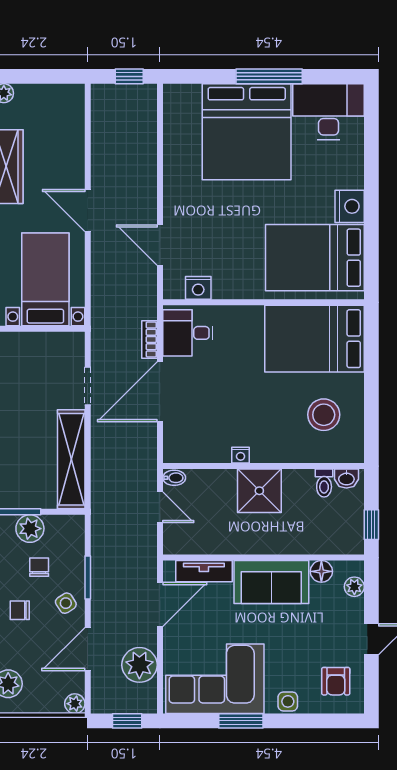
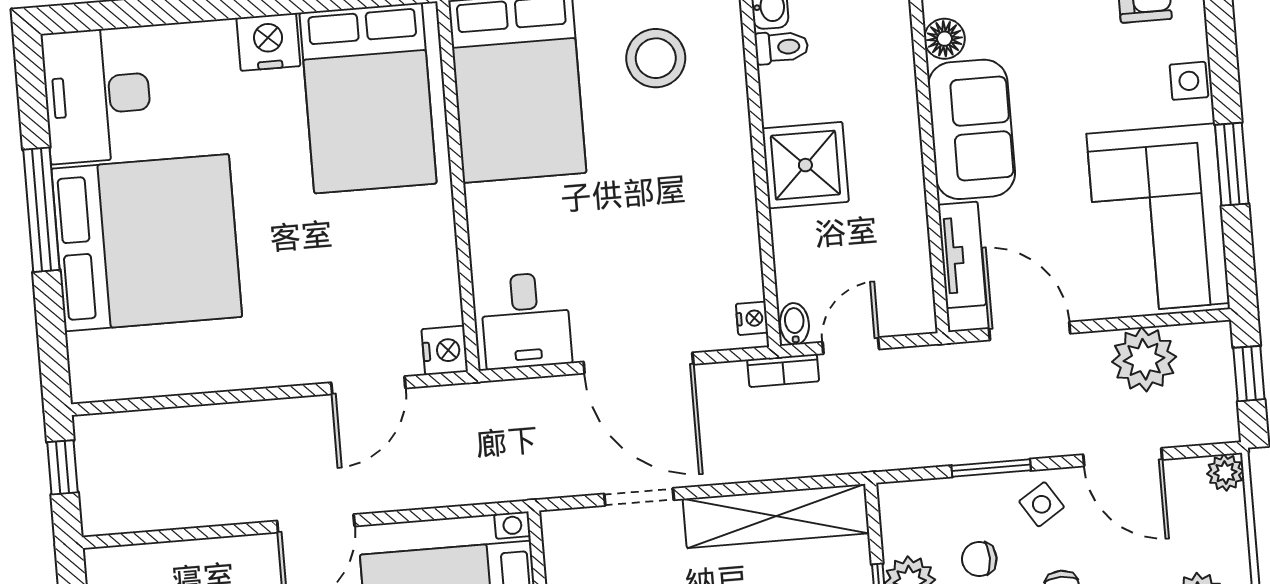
nightstand: (198, 288) -> (445, 350), moved
bookcase: (149, 339) -> (783, 371), moved
nightstand: (241, 455) -> (752, 318), moved

